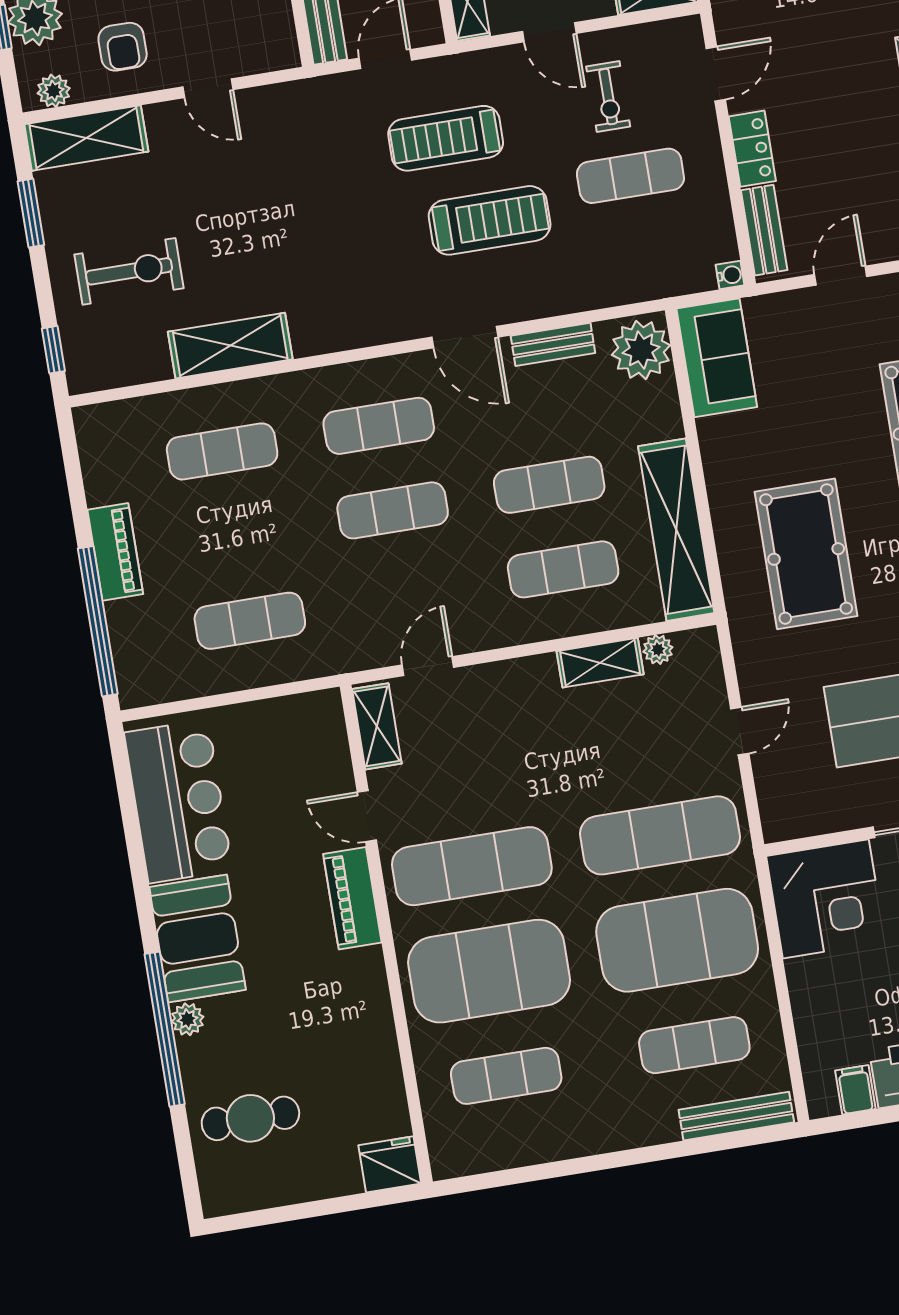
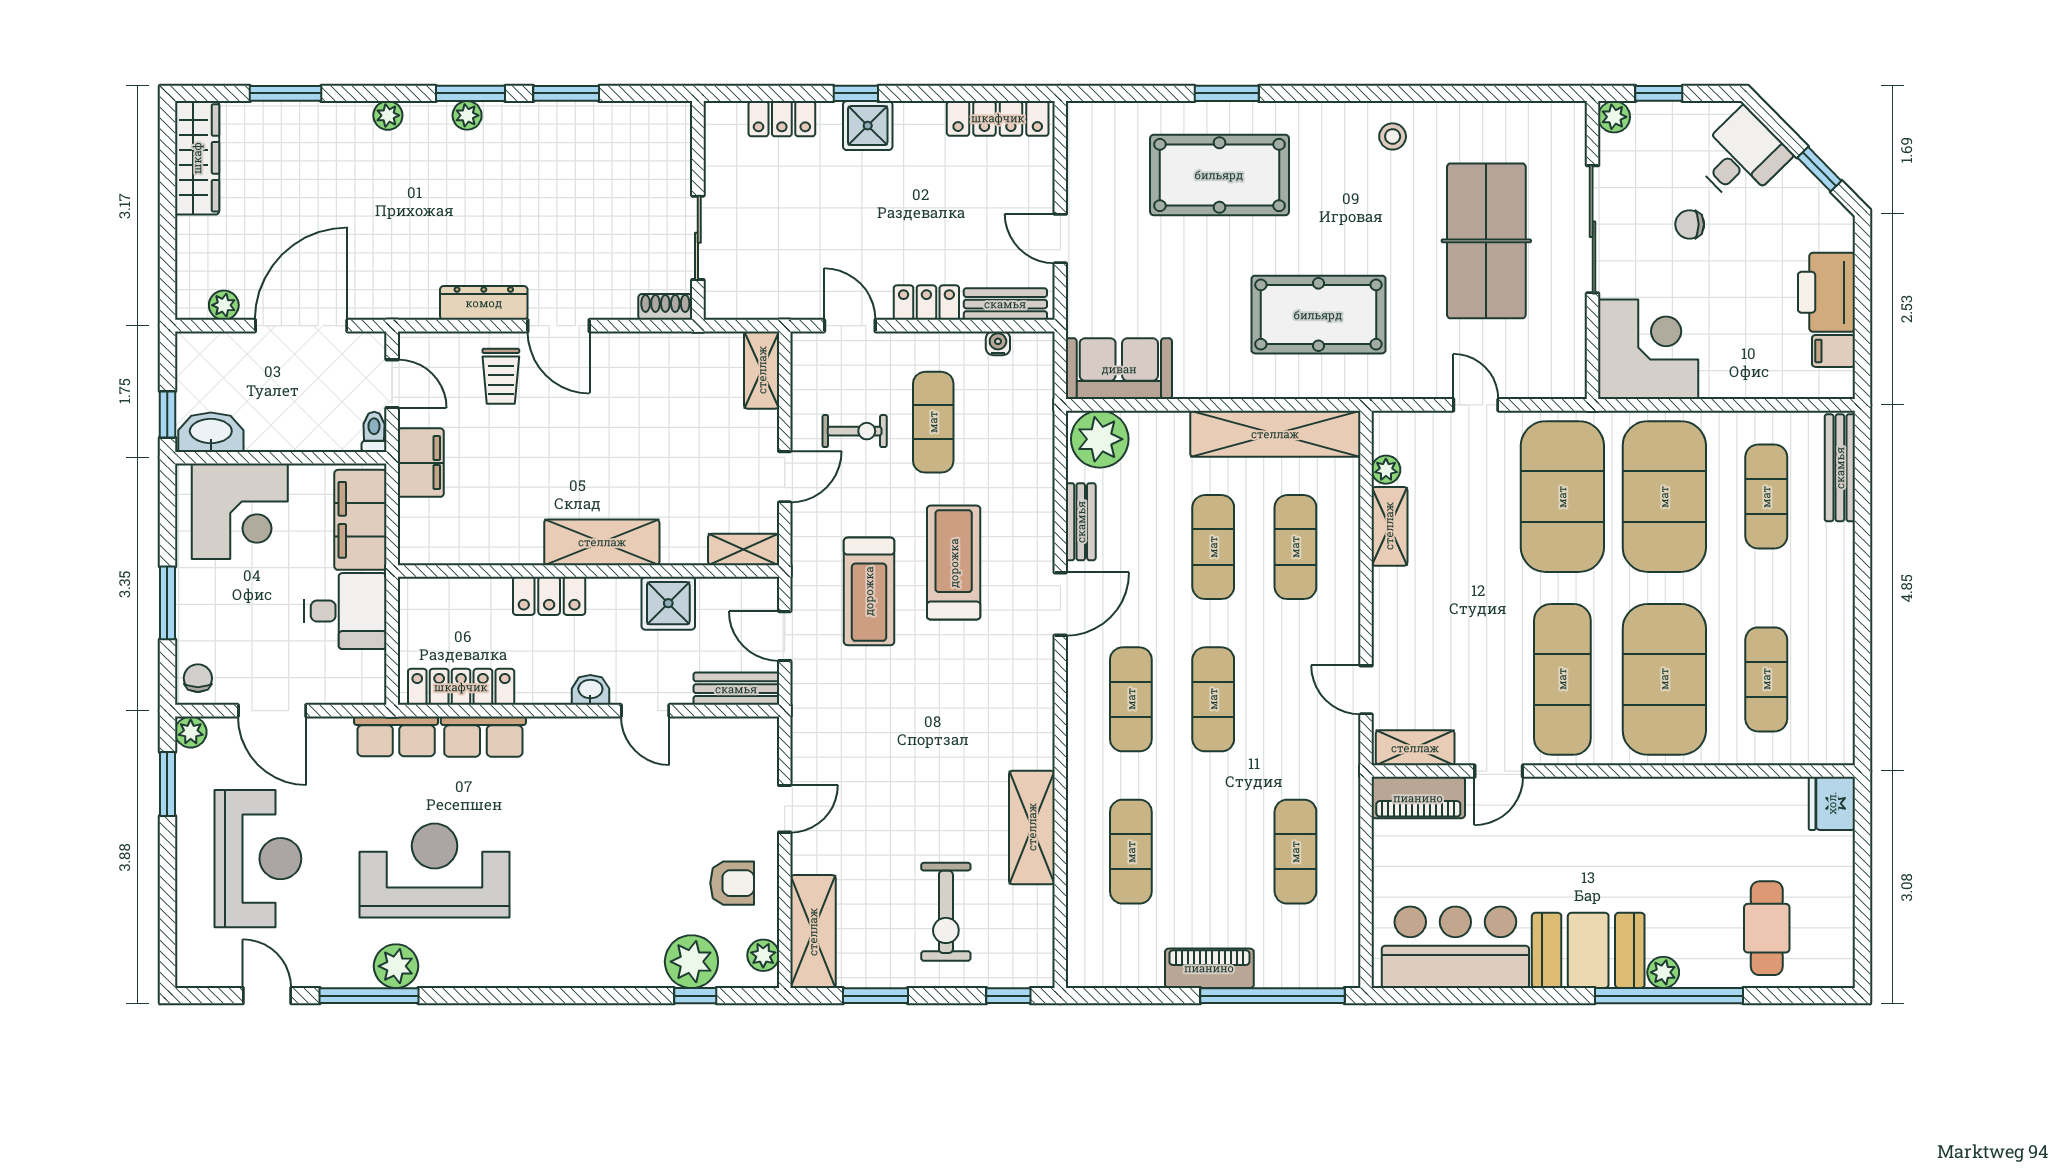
exercise bike: (129, 271) -> (946, 912), turned 180
water cooler: (730, 275) -> (998, 343), moved
exercise mat: (660, 835) -> (1562, 497), width x1.47
piano: (352, 898) -> (1418, 798), moved

